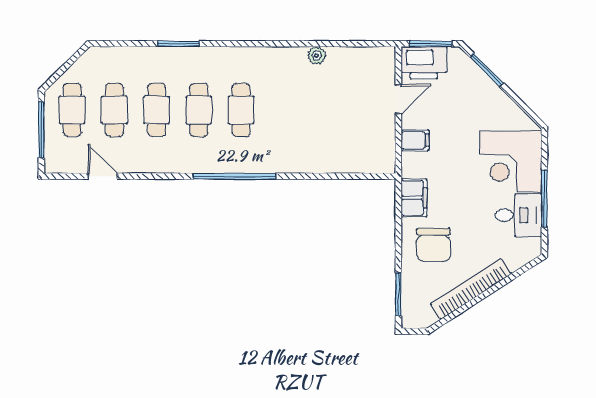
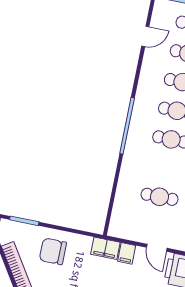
cafe table: (325, 110) -> (160, 197), added
filing cabinet: (414, 198) -> (105, 248), moved

